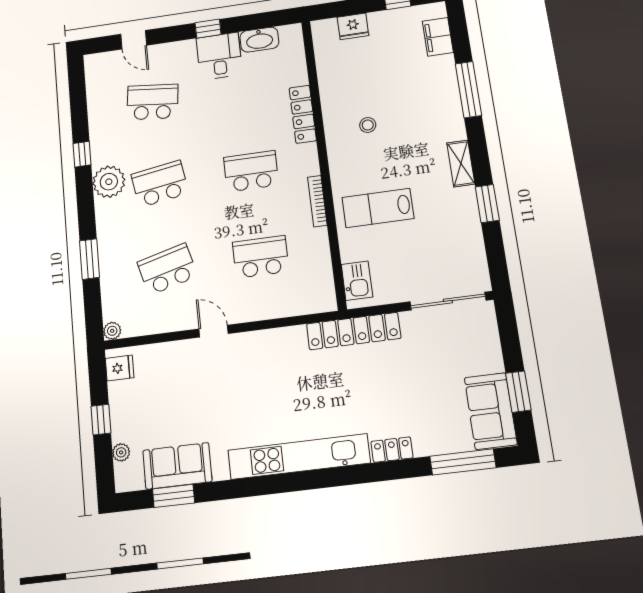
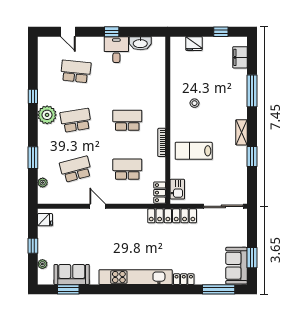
locker: (303, 114) -> (160, 193), moved, width x0.66
plant: (112, 331) -> (43, 183), moved

